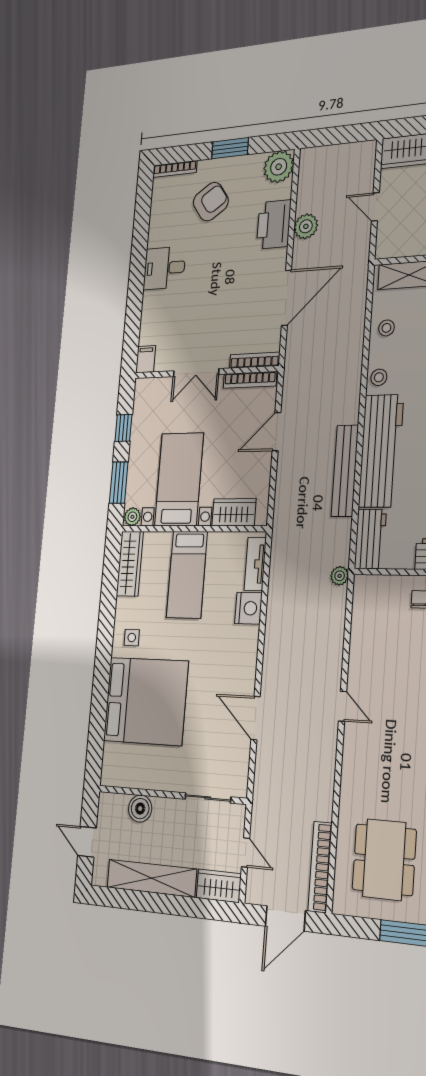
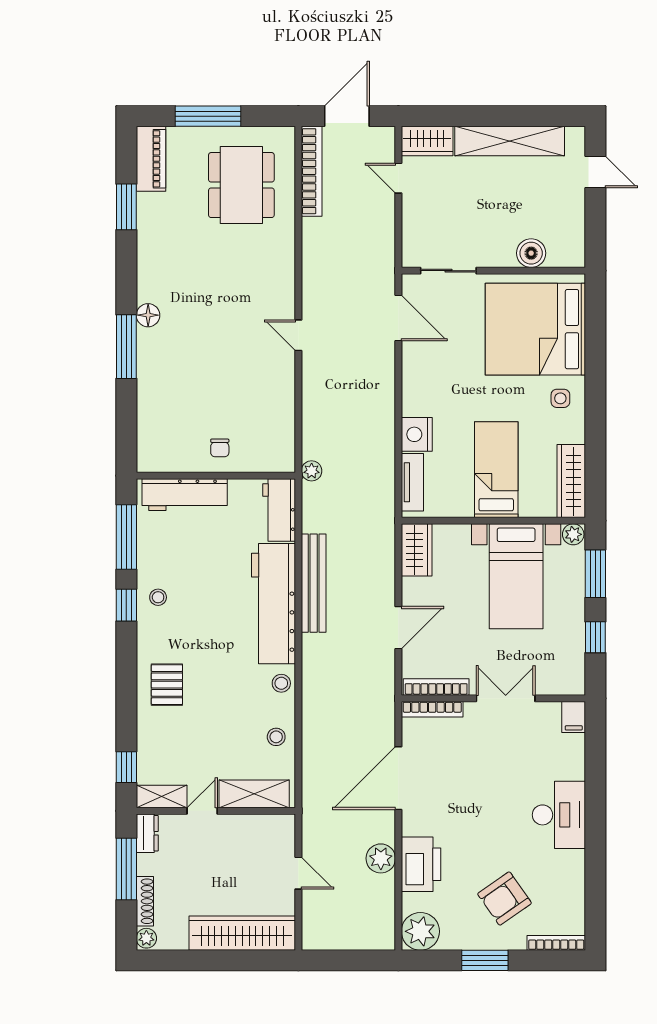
desk: (164, 268) -> (559, 815), width x1.37
wardrobe: (234, 512) -> (417, 550), moved, turned -90
wall: (171, 795) -> (493, 271), moved
sliding door: (208, 798) -> (448, 271), moved
boiler: (140, 809) -> (531, 253), moved

